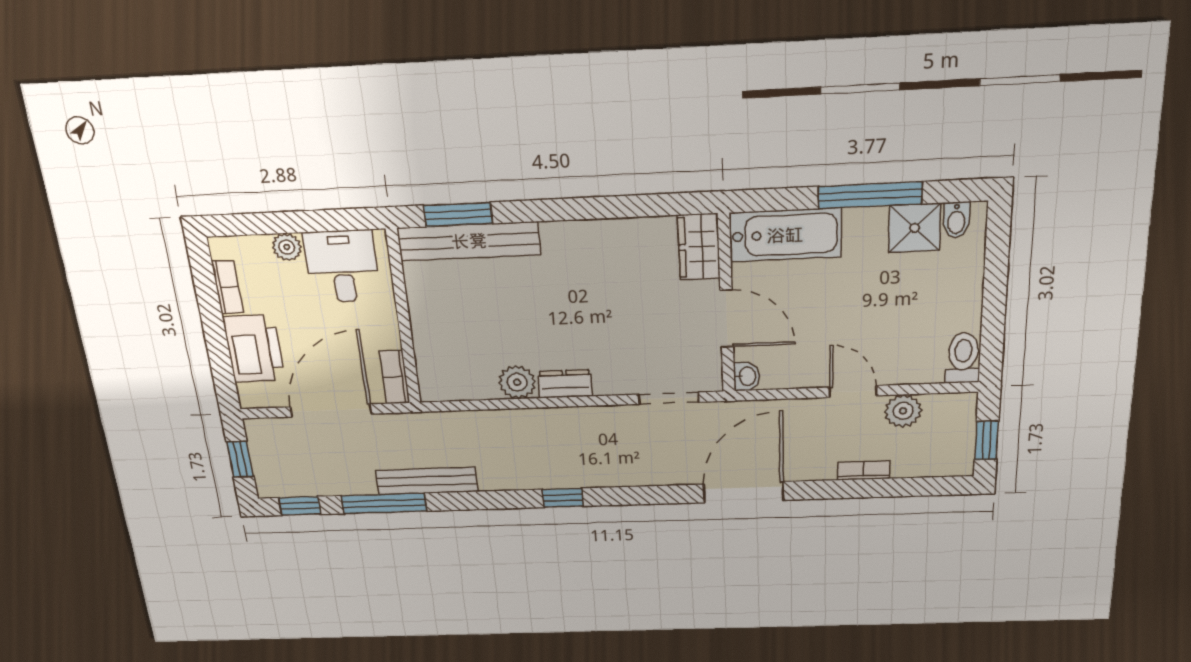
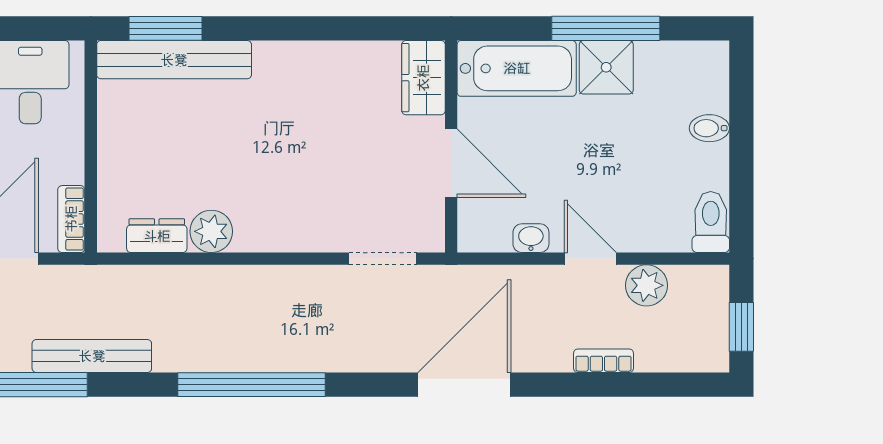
bidet: (956, 220) -> (709, 128), moved, turned 90
shower: (914, 228) -> (606, 67), moved
washbasin: (747, 376) -> (531, 238), moved, turned -90
dresser: (565, 384) -> (157, 236), moved
window: (563, 498) -> (251, 385), width x3.17

